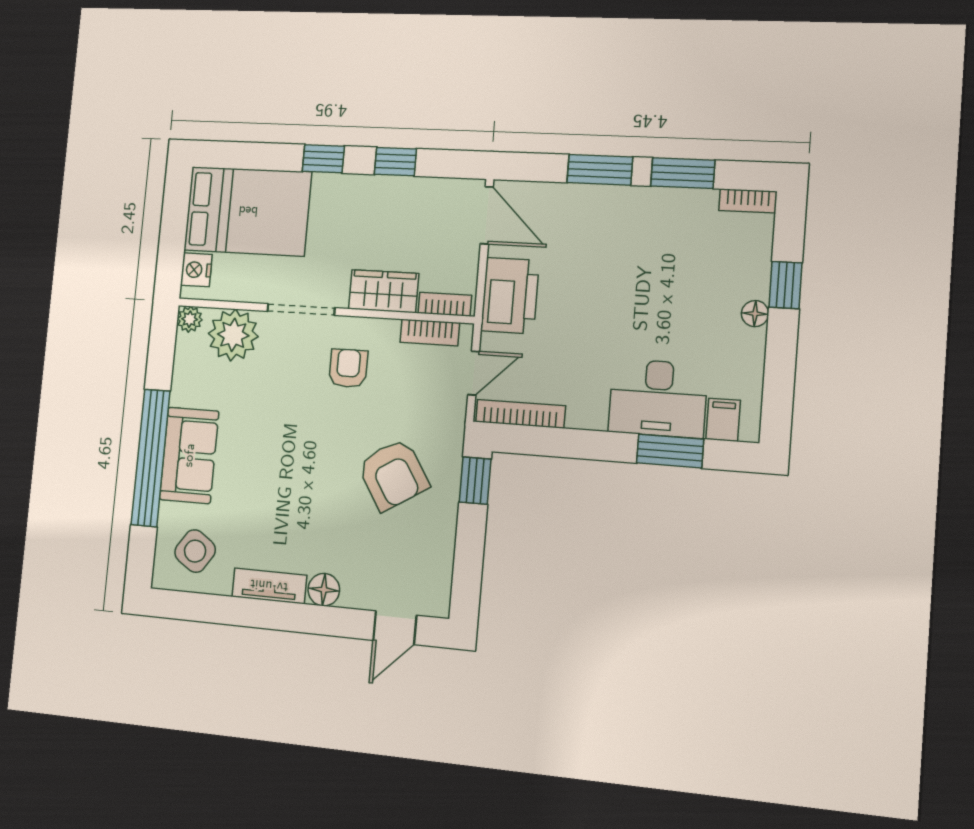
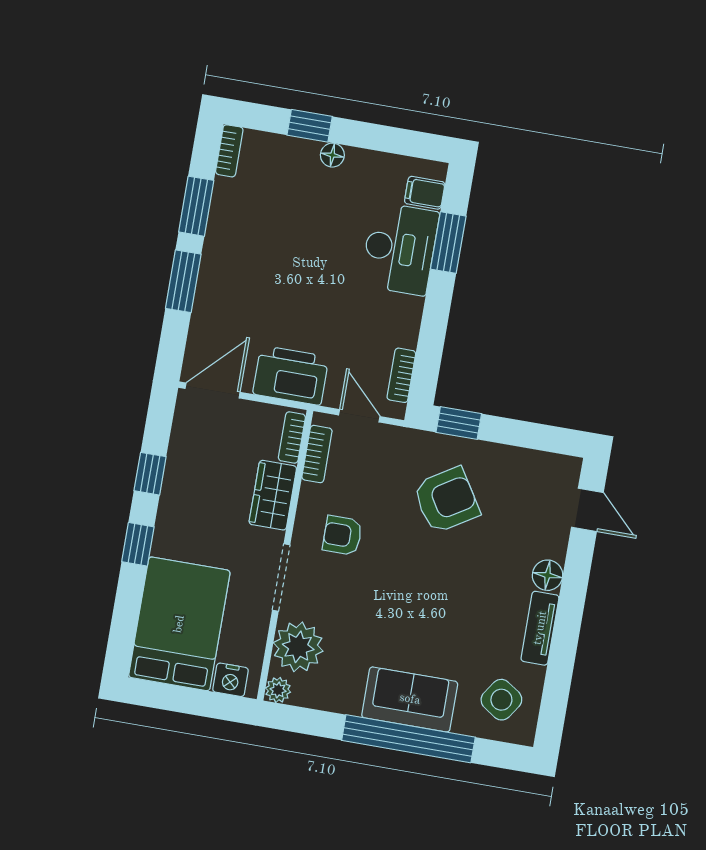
bookcase: (520, 414) -> (401, 375), width x0.64

